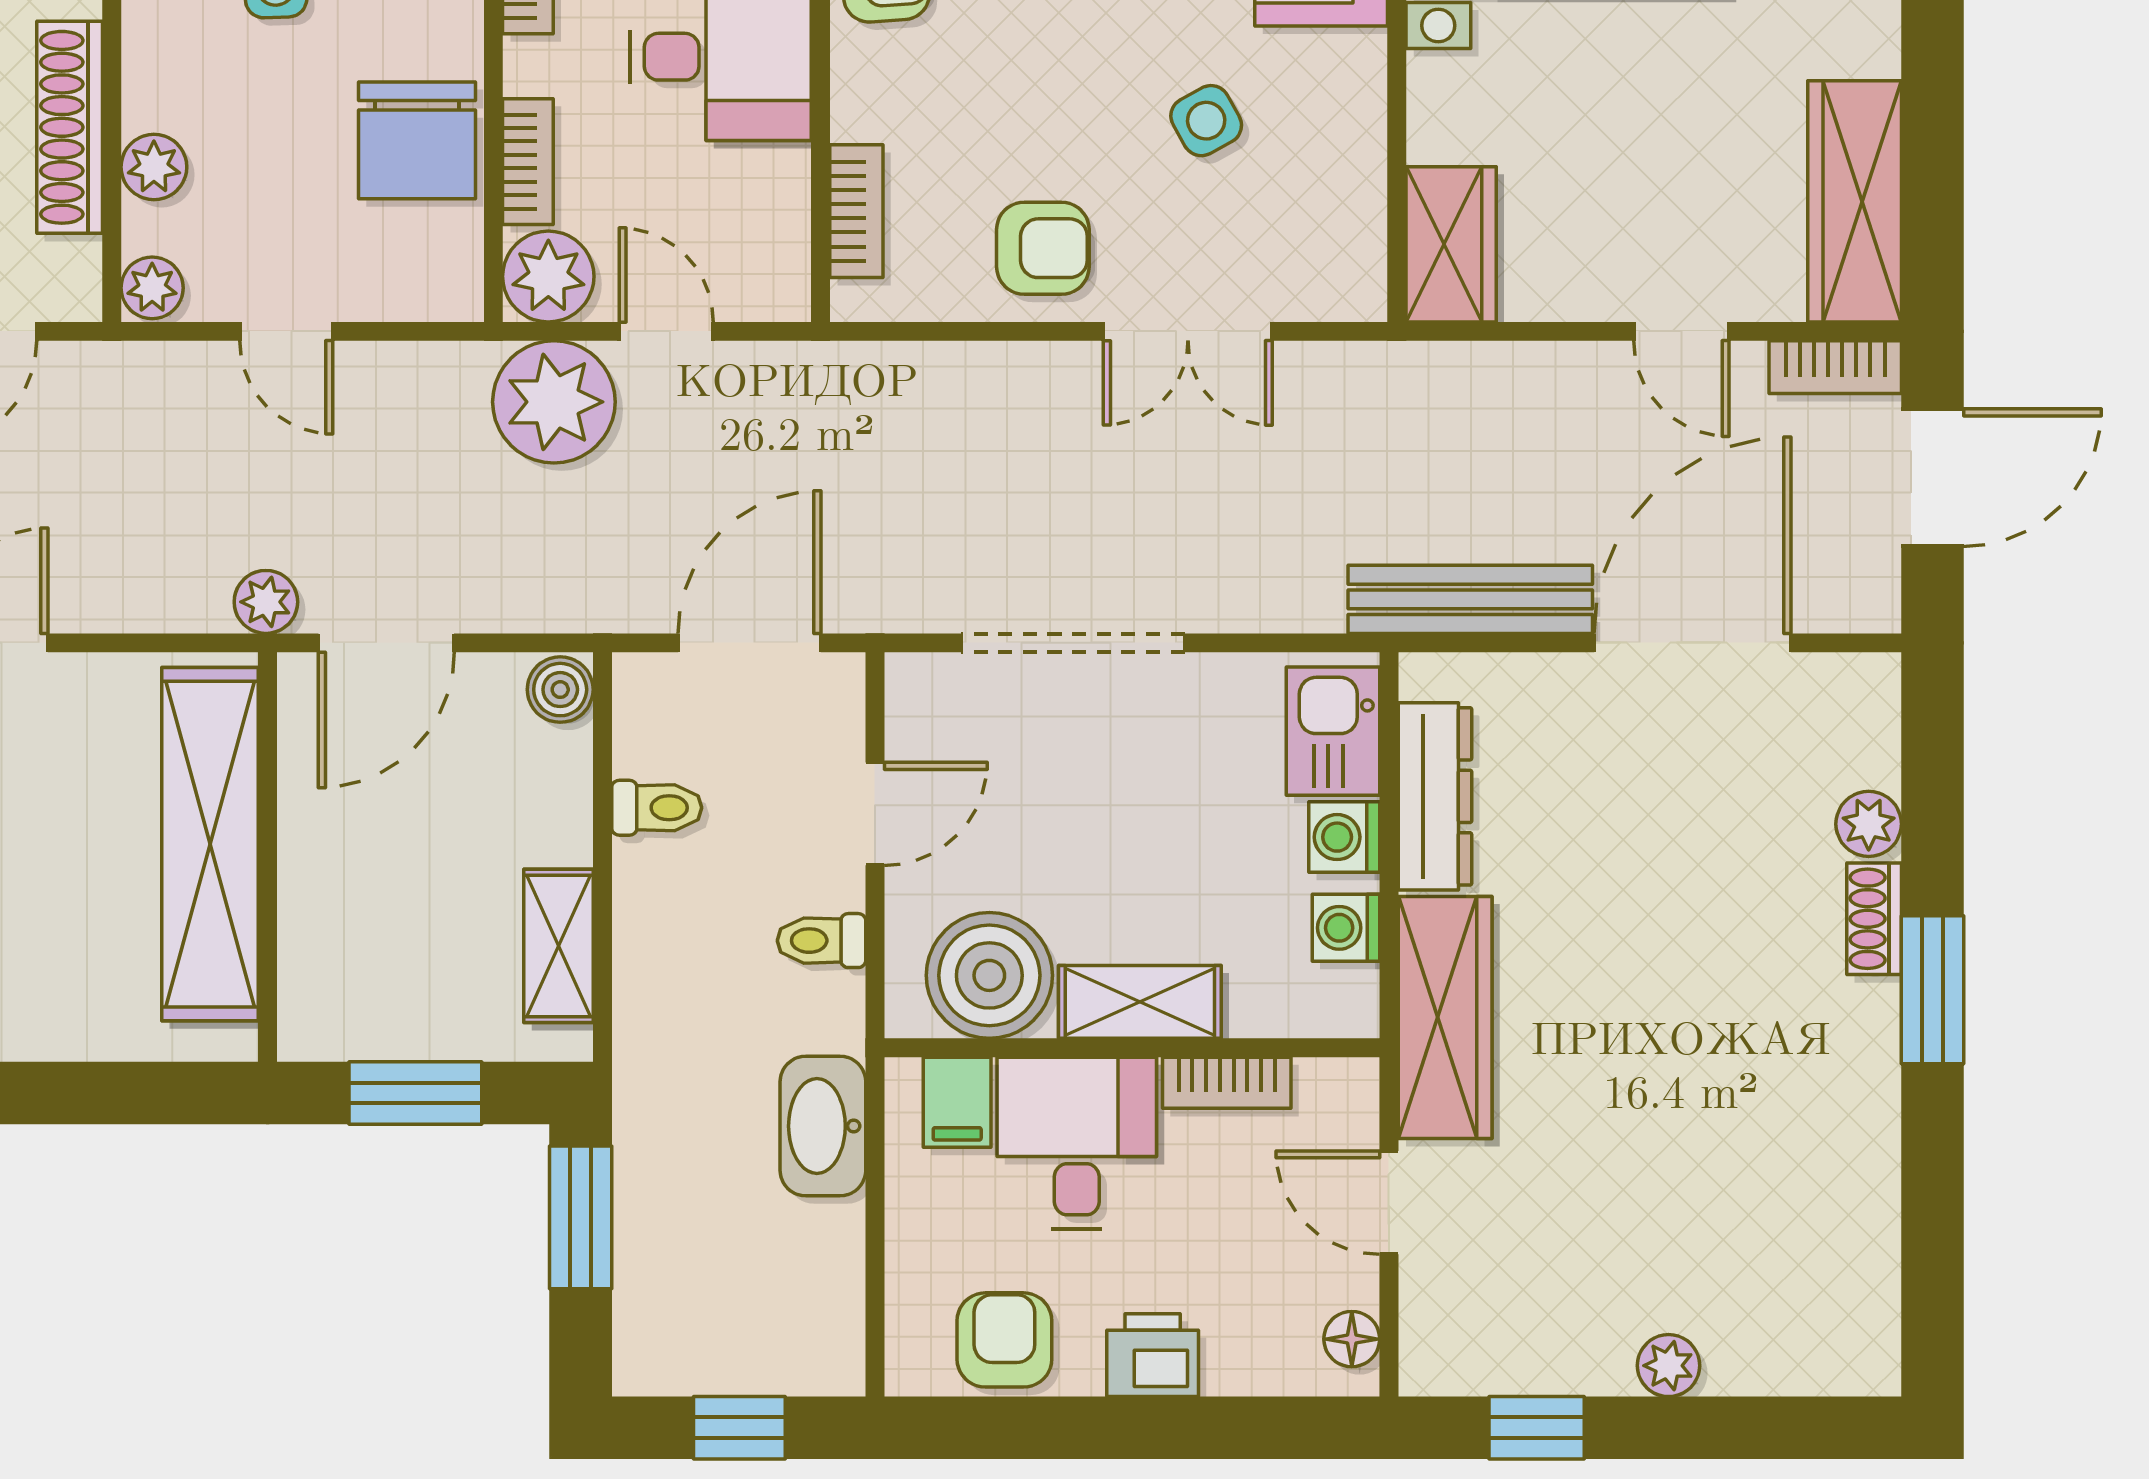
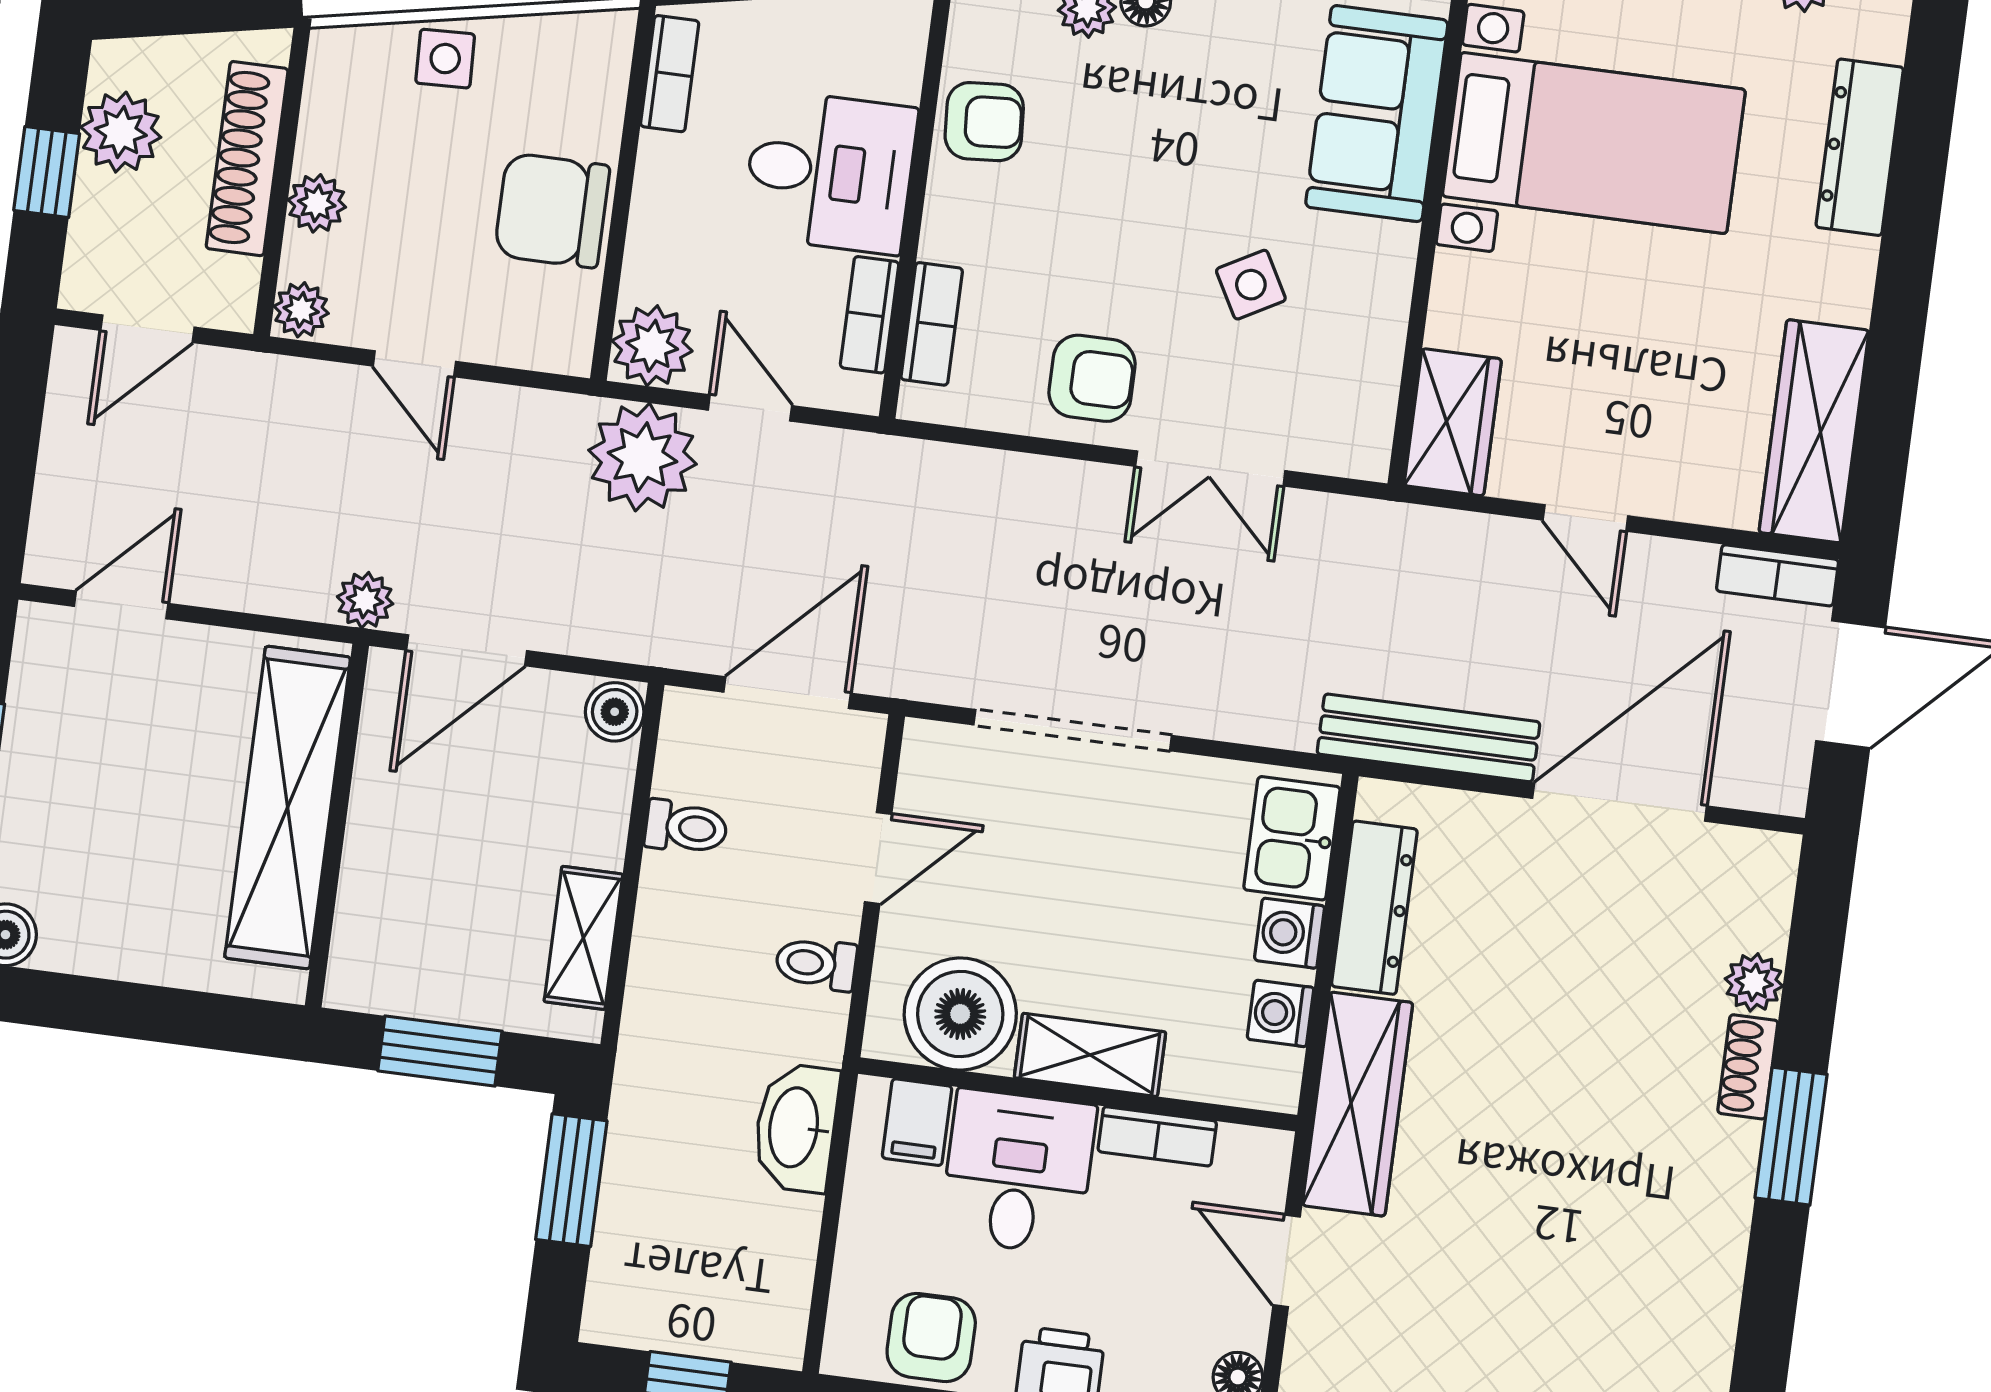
chair: (417, 140) -> (552, 210), turned 90
bookcase: (528, 162) -> (870, 315), moved, turned 180
door: (1681, 331) -> (1585, 518), moved

